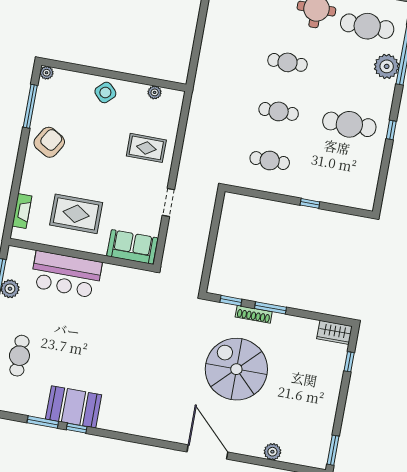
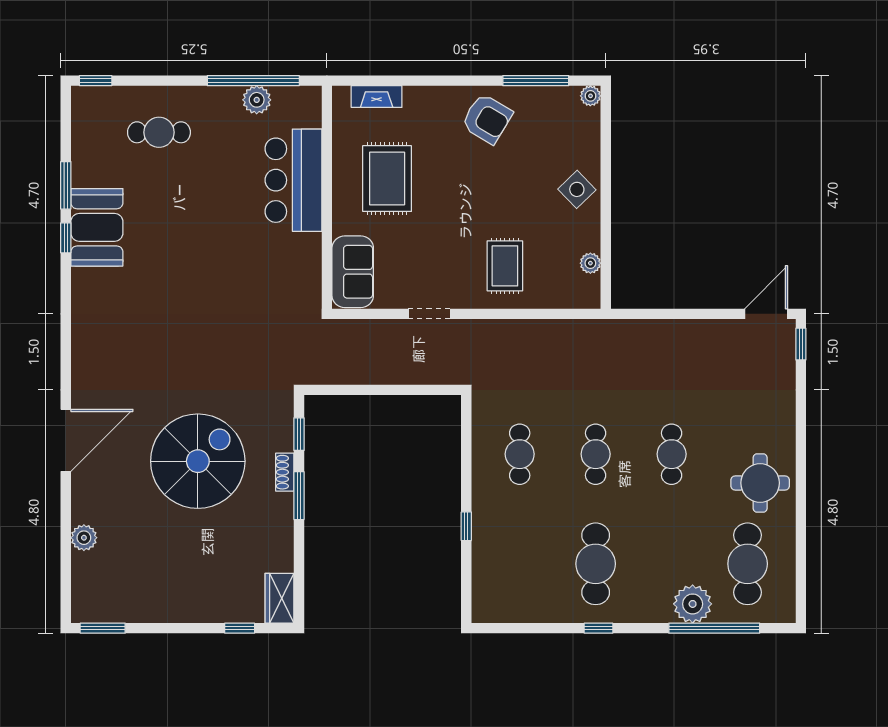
shoe rack: (254, 314) -> (285, 472), width x0.70

